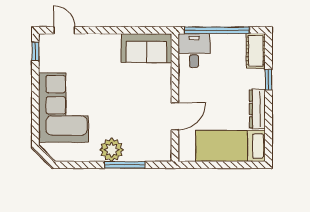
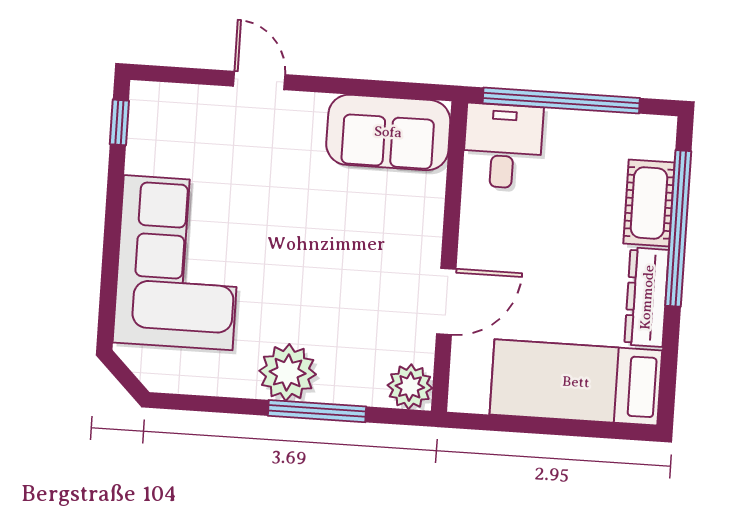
door: (64, 30) -> (259, 80), moved
cot: (256, 51) -> (649, 203), moved
window: (269, 80) -> (678, 228), width x3.17
plant: (162, 152) -> (410, 387), added

